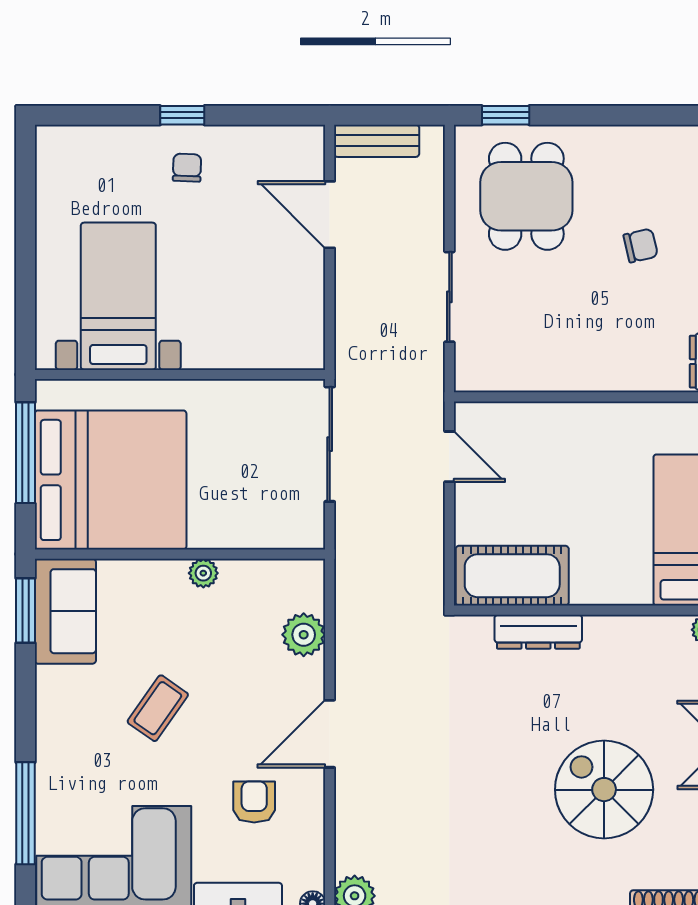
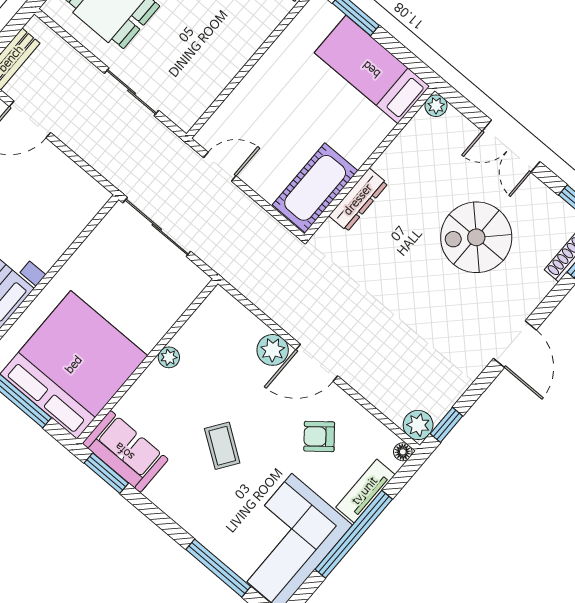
plant: (304, 635) -> (273, 350), moved
door: (330, 734) -> (317, 363), hinge flipped
armchair: (254, 802) -> (319, 436), turned -39

